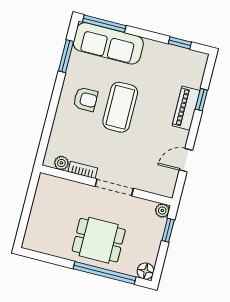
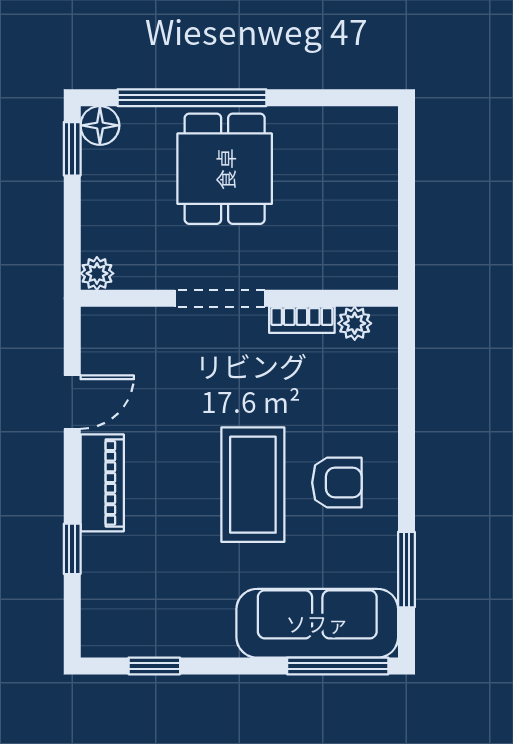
armchair: (85, 99) -> (337, 483), turned 180
piano: (186, 108) -> (102, 483), moved
window: (168, 230) -> (72, 149), moved
dining table: (99, 240) -> (225, 169), turned 90

